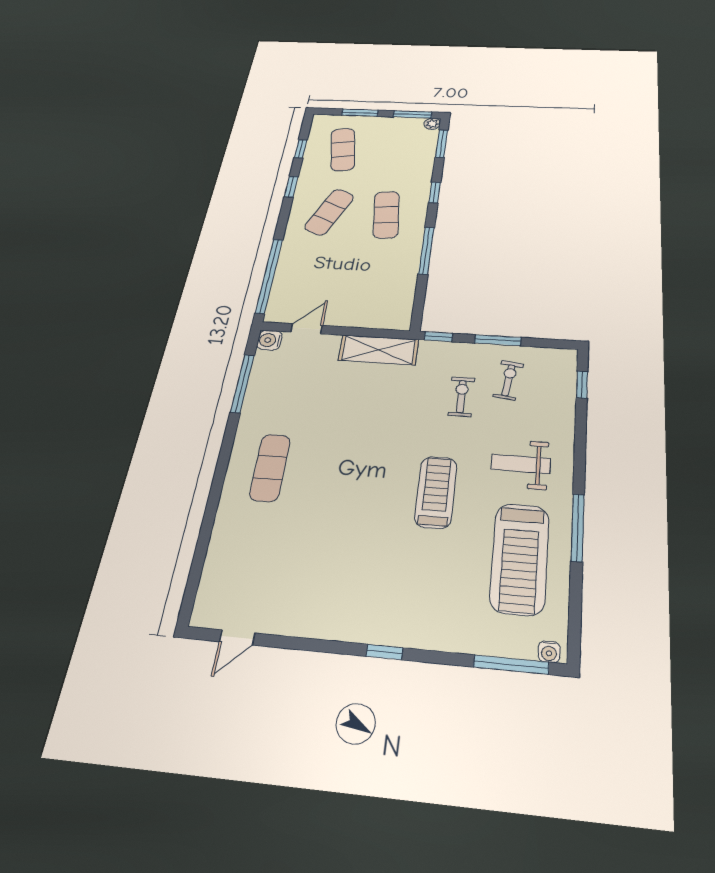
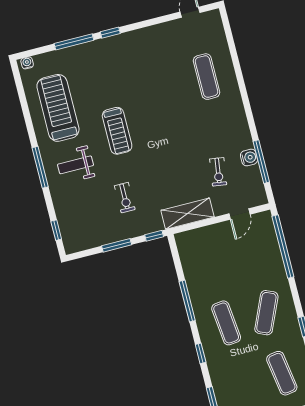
water cooler: (269, 340) -> (249, 158), moved
exercise bike: (508, 380) -> (218, 172), moved
weight bench: (521, 464) -> (75, 165), turned 180
exercise mat: (270, 468) -> (207, 77), moved
window: (578, 527) -> (40, 167), moved
window: (511, 665) -> (74, 42), moved

